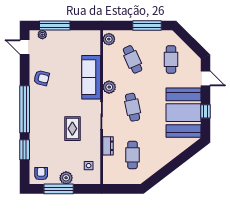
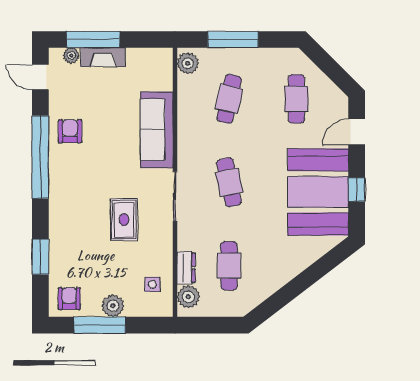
window: (147, 25) -> (233, 39), moved
fireplace: (60, 36) -> (103, 57), added
cafe table: (133, 59) -> (229, 99), turned 36
armchair: (42, 78) -> (70, 131), turned -104
door: (205, 78) -> (357, 132), swing flipped
plant: (109, 87) -> (188, 297), moved
window: (25, 109) -> (40, 157), moved
dresser: (108, 146) -> (186, 268), moved

